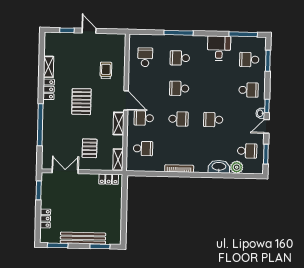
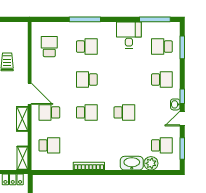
school desk: (180, 58) -> (87, 47), turned 180
school desk: (213, 120) -> (124, 112), turned 180

